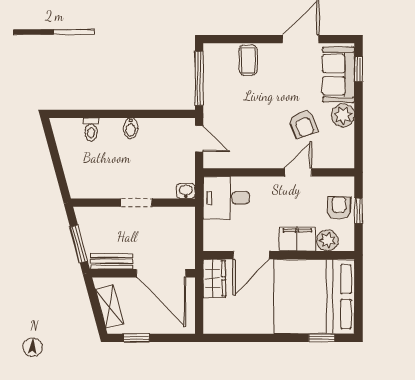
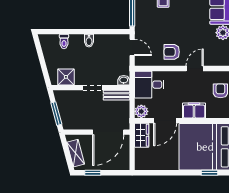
armchair: (303, 124) -> (172, 52), moved, turned 111
shower: (94, 186) -> (66, 77), added
plant: (328, 240) -> (141, 111), moved
bench: (112, 261) -> (116, 95), moved
door: (161, 273) -> (108, 132), hinge flipped

